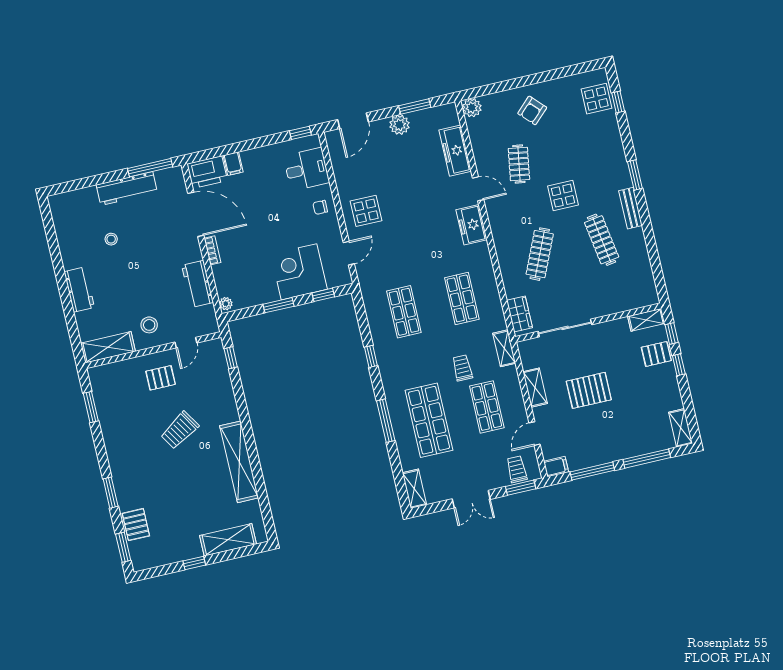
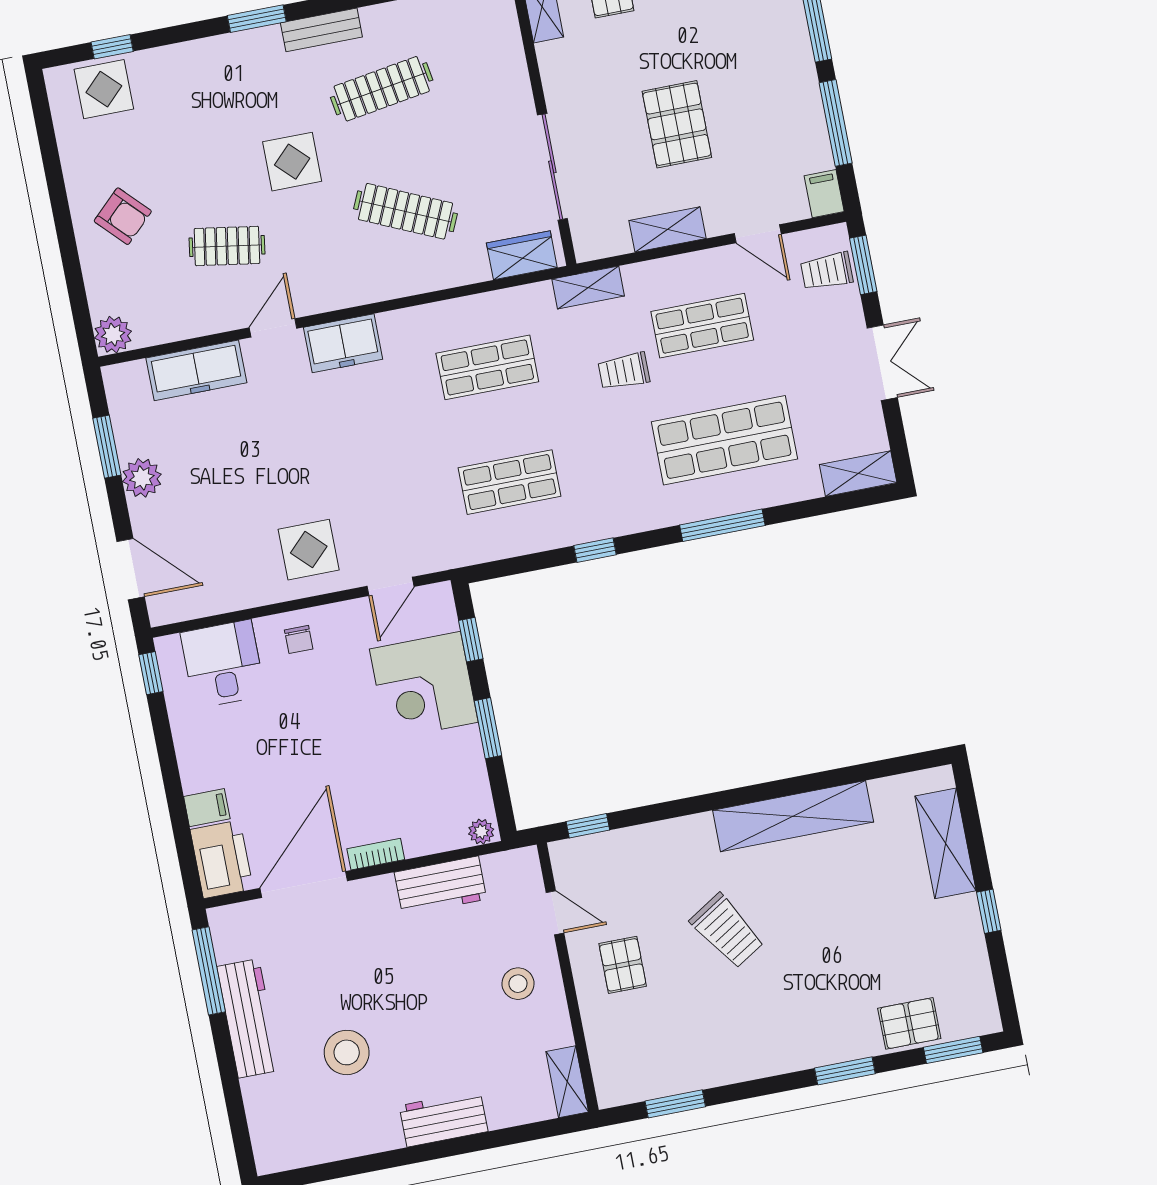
stool: (111, 239) -> (347, 1052), width x1.89, depth x1.89
door: (349, 253) -> (391, 586), swing flipped
shelving: (108, 347) -> (567, 1082), width x0.67, depth x0.75

